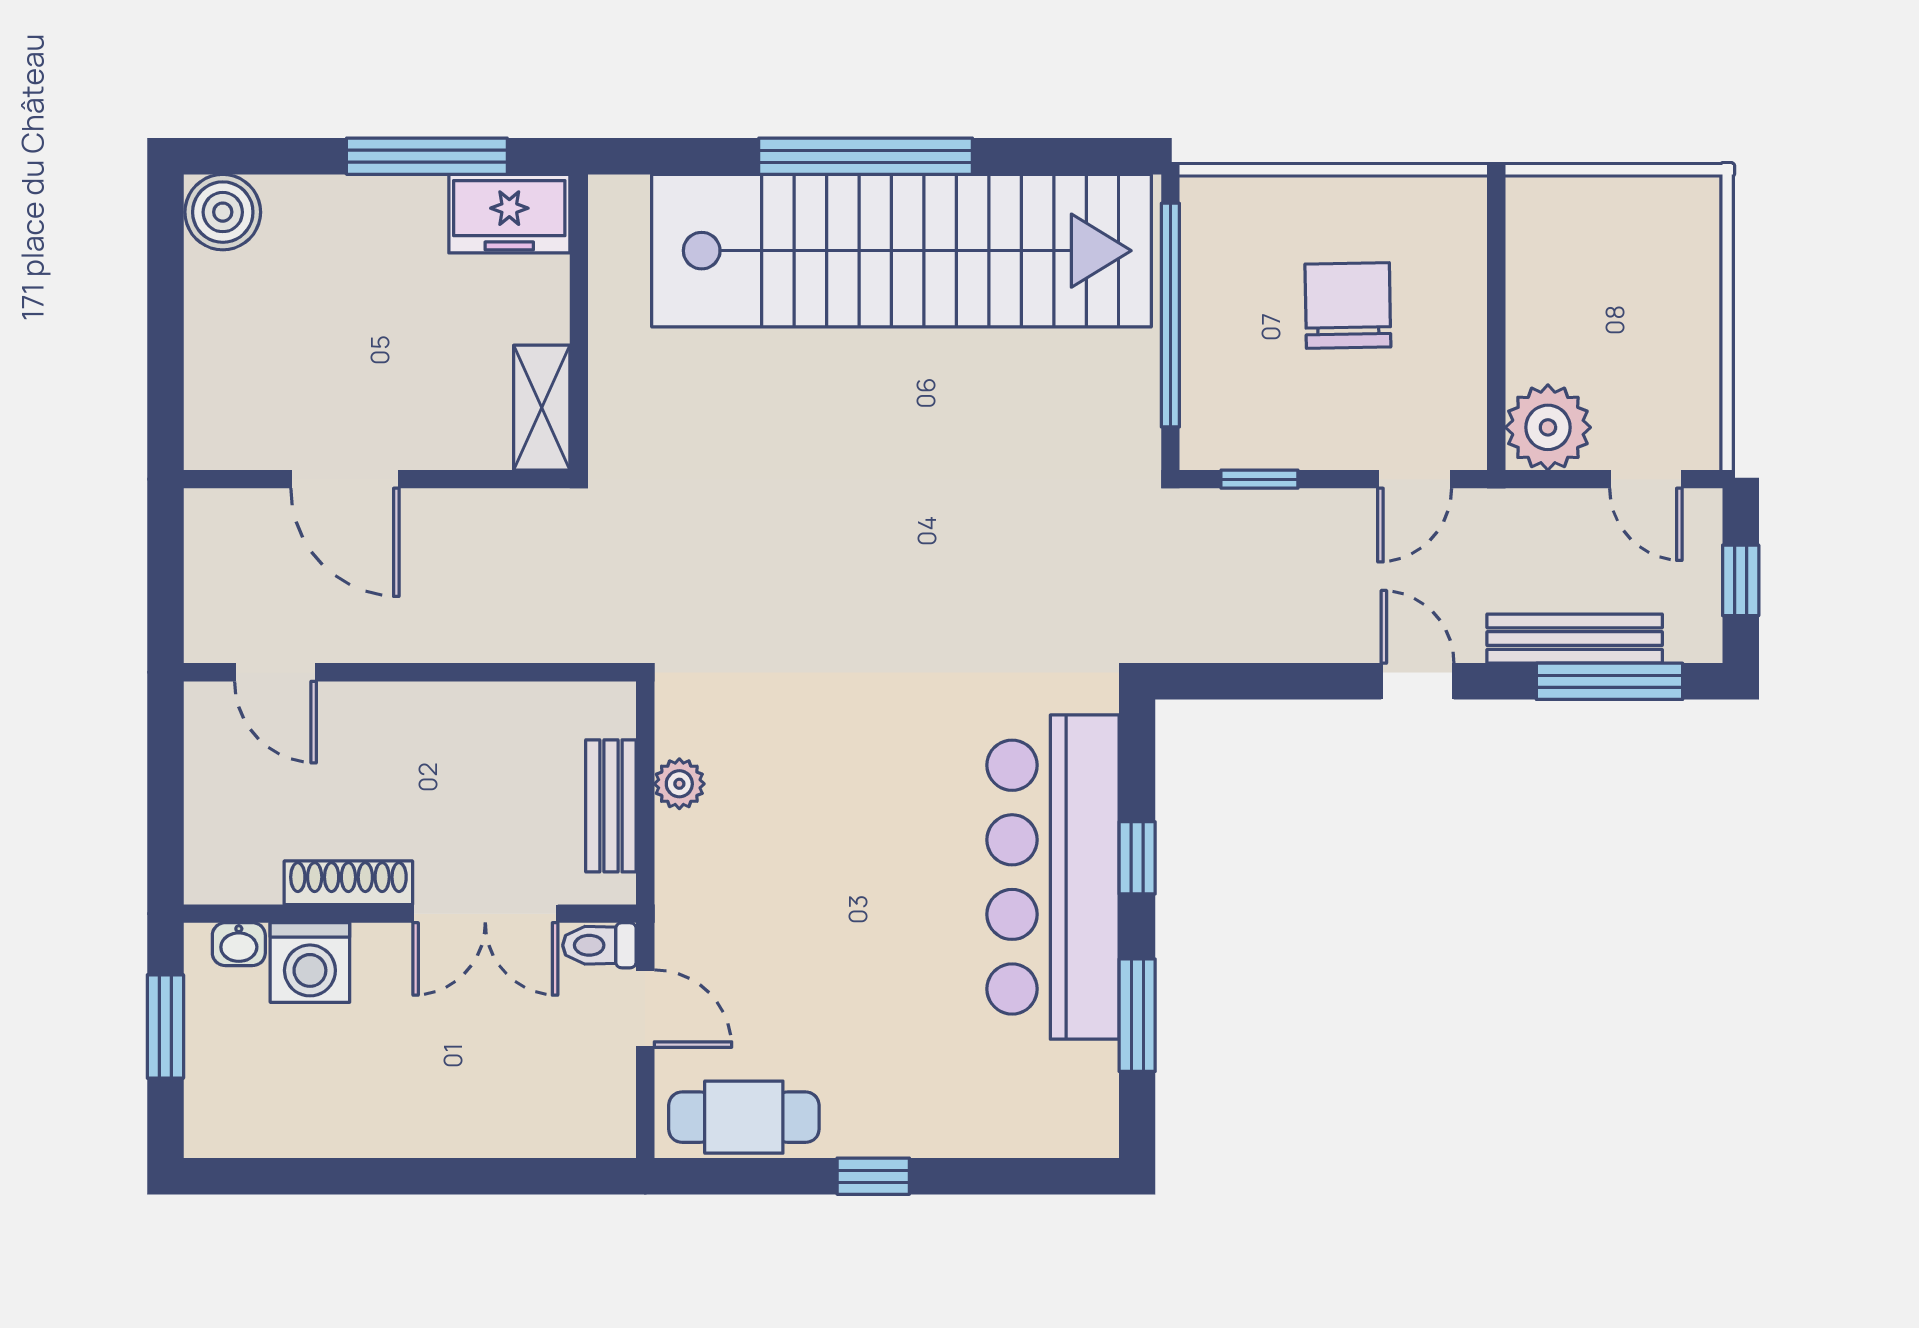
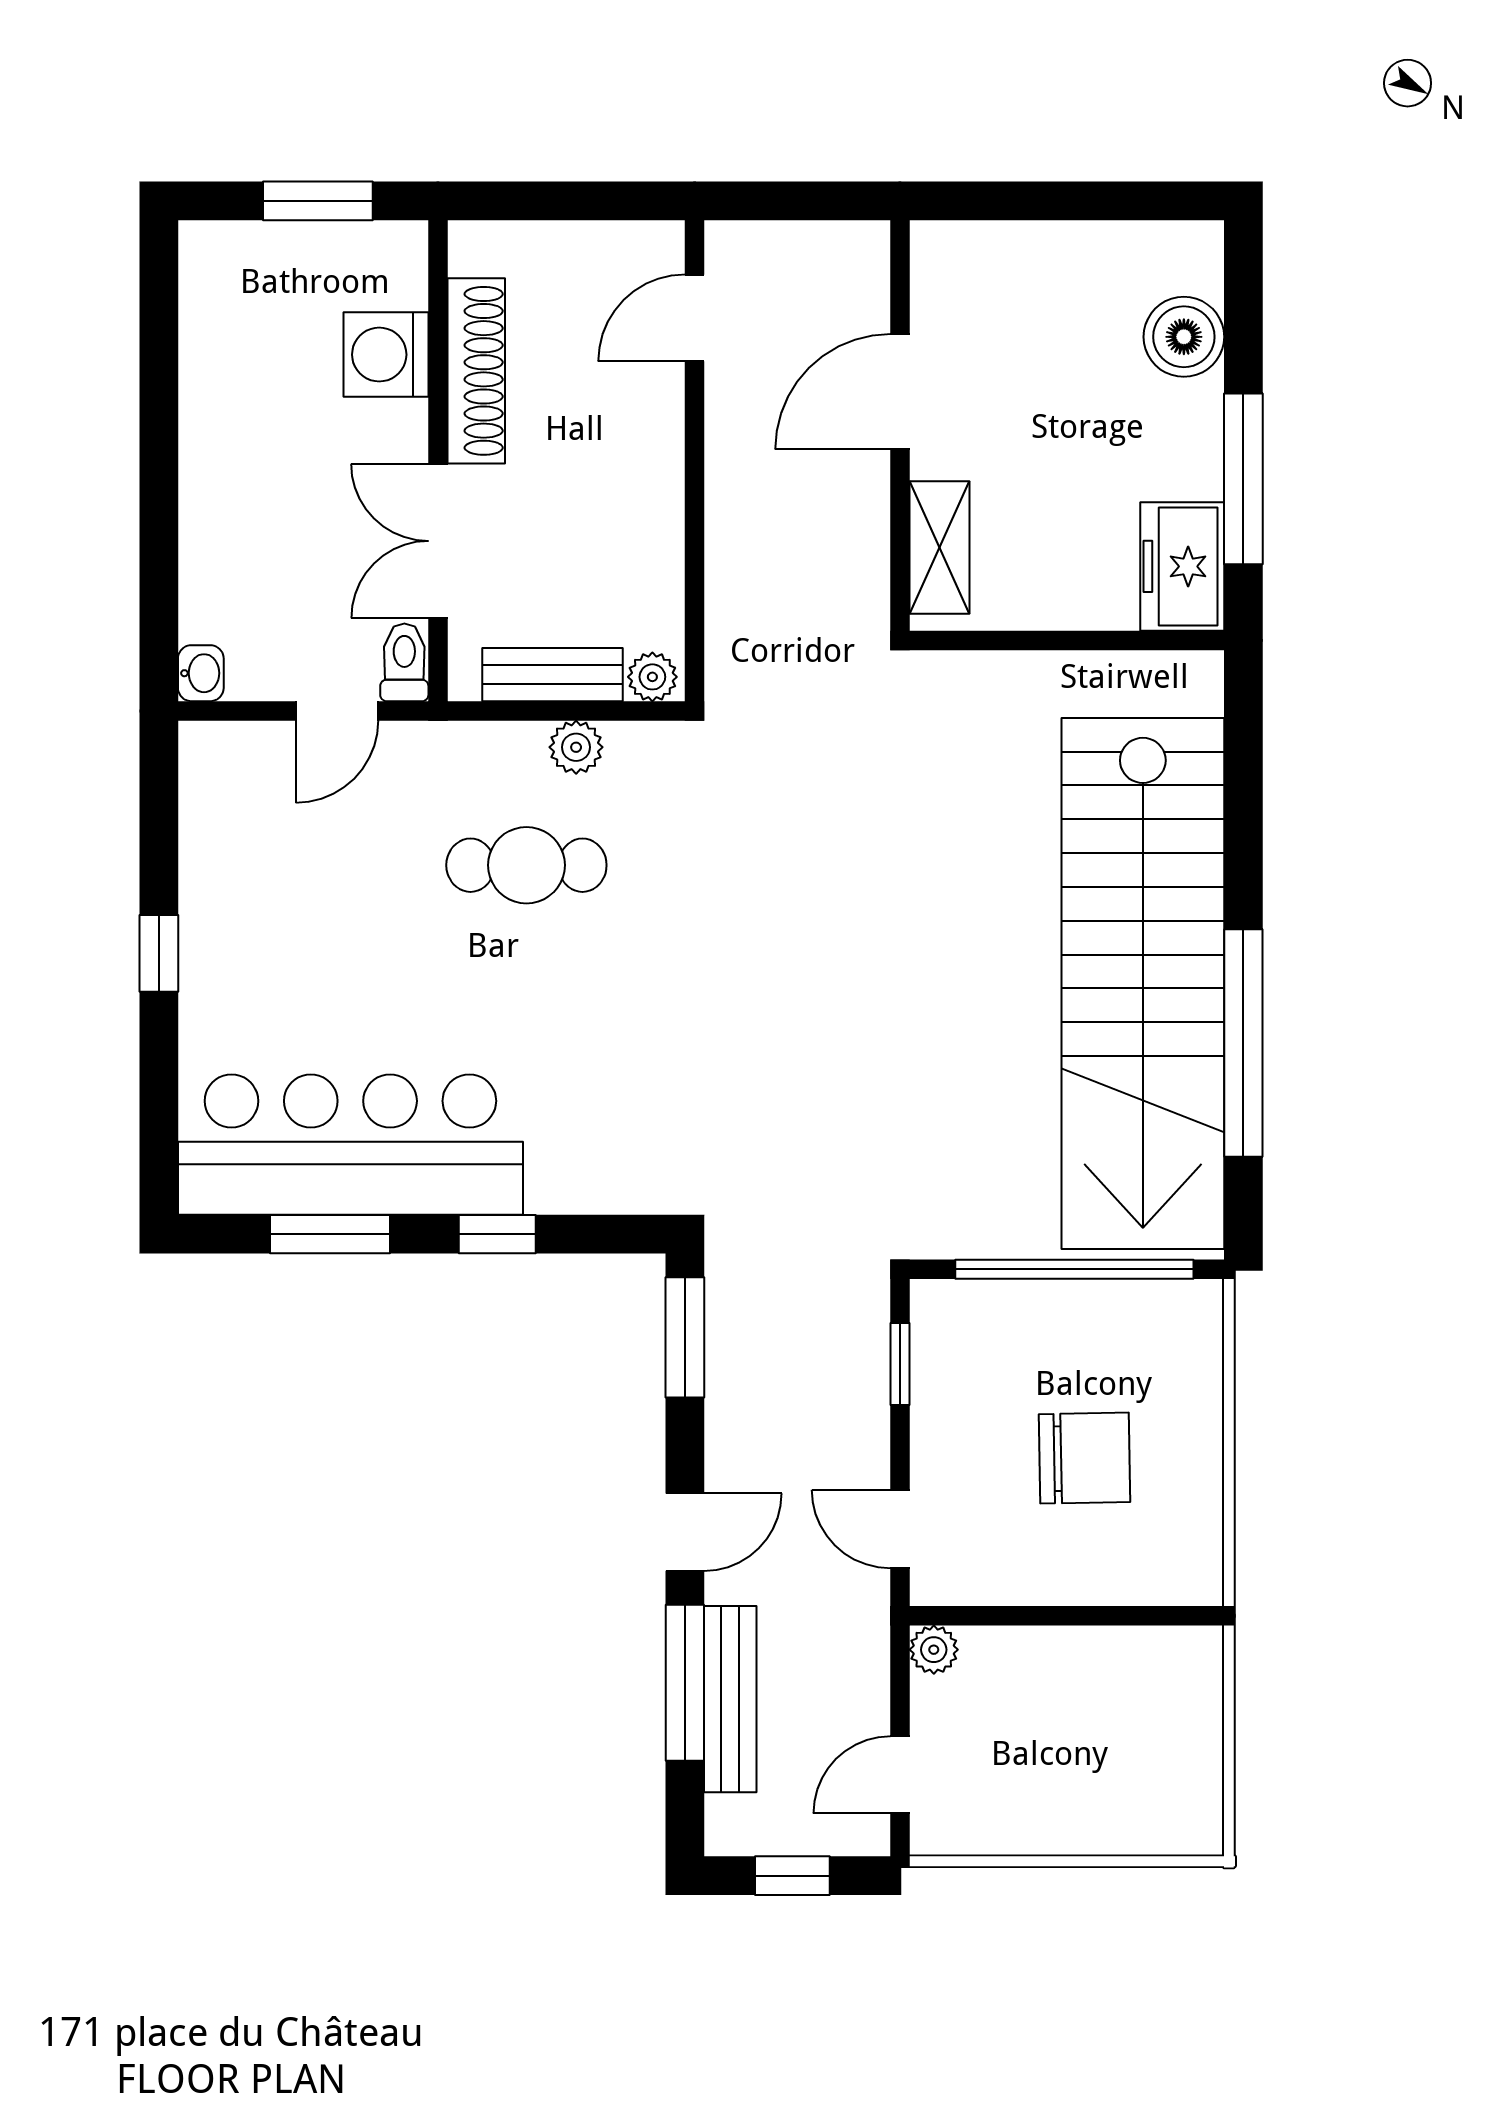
window: (866, 156) -> (1243, 1043), moved
boiler: (223, 212) -> (1184, 337), moved
shelving: (542, 408) -> (939, 547), moved, turned 90
plant: (1548, 427) -> (934, 1650), width x0.53, depth x0.53
window: (1234, 681) -> (685, 1337), added
window: (1609, 681) -> (685, 1683), moved
plant: (613, 712) -> (652, 677), added
bar counter: (1053, 877) -> (350, 1145), moved
shoe rack: (348, 883) -> (476, 371), width x1.36, depth x1.24
washbasin: (239, 944) -> (201, 673), moved, turned 180
cafe table: (744, 1117) -> (526, 865), moved, turned 90

